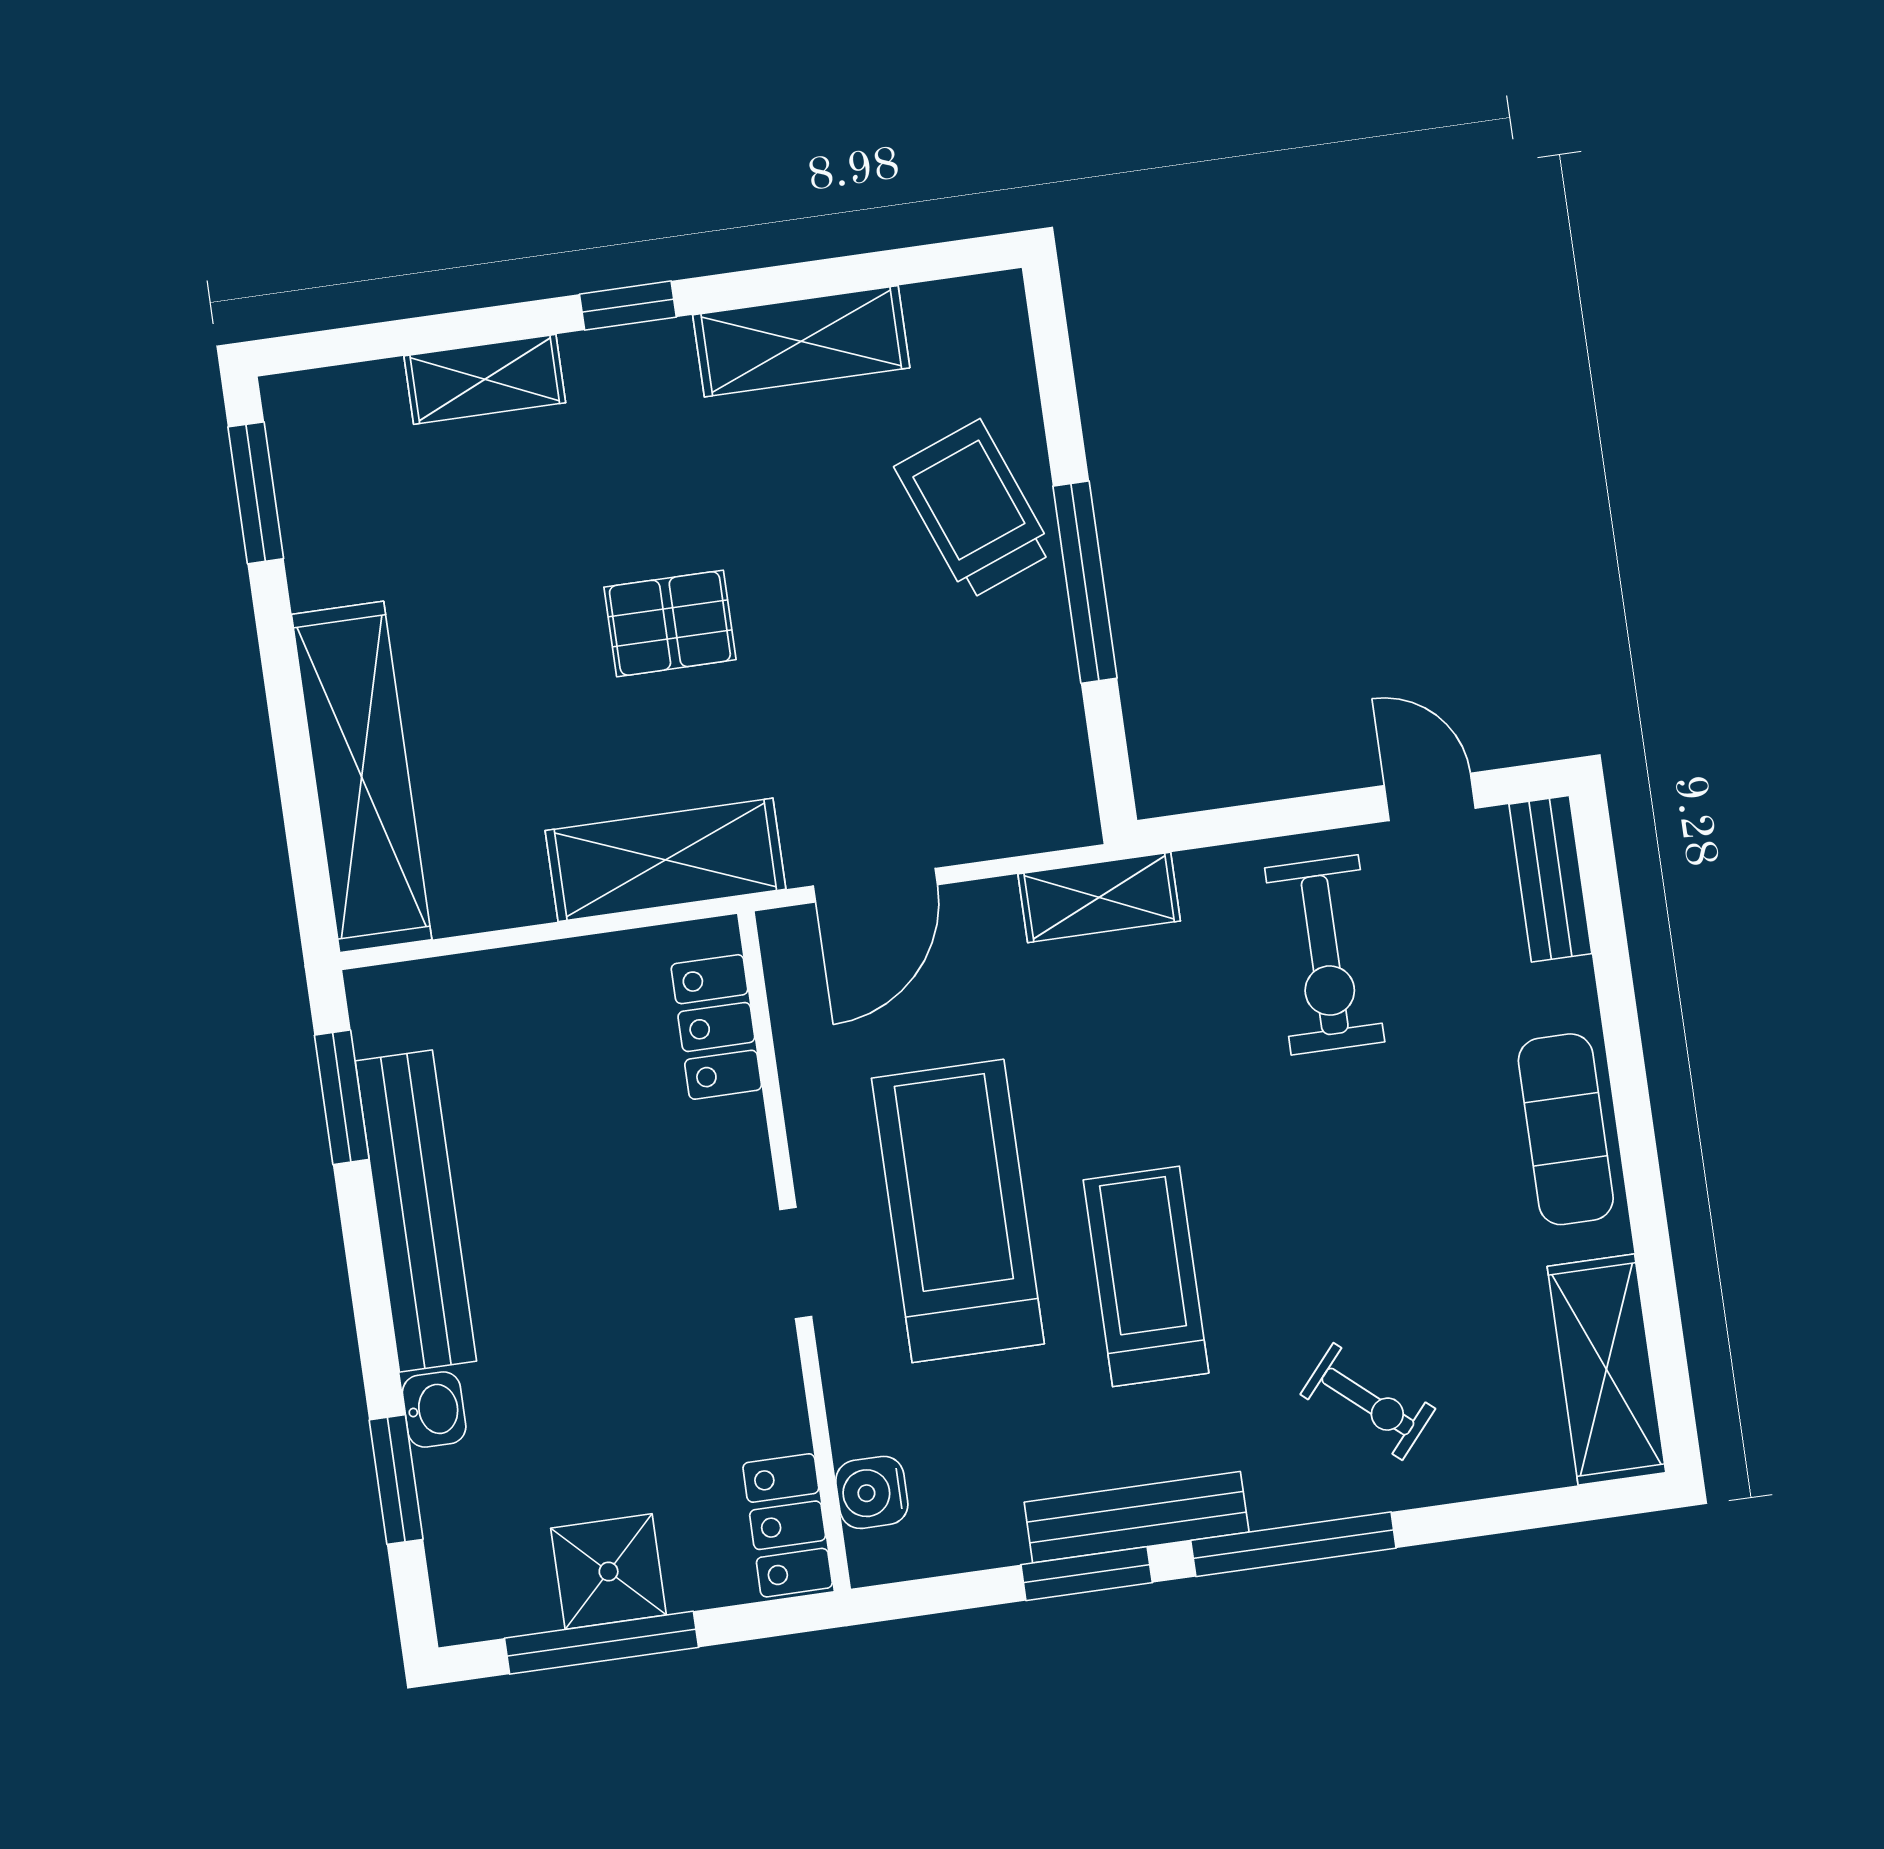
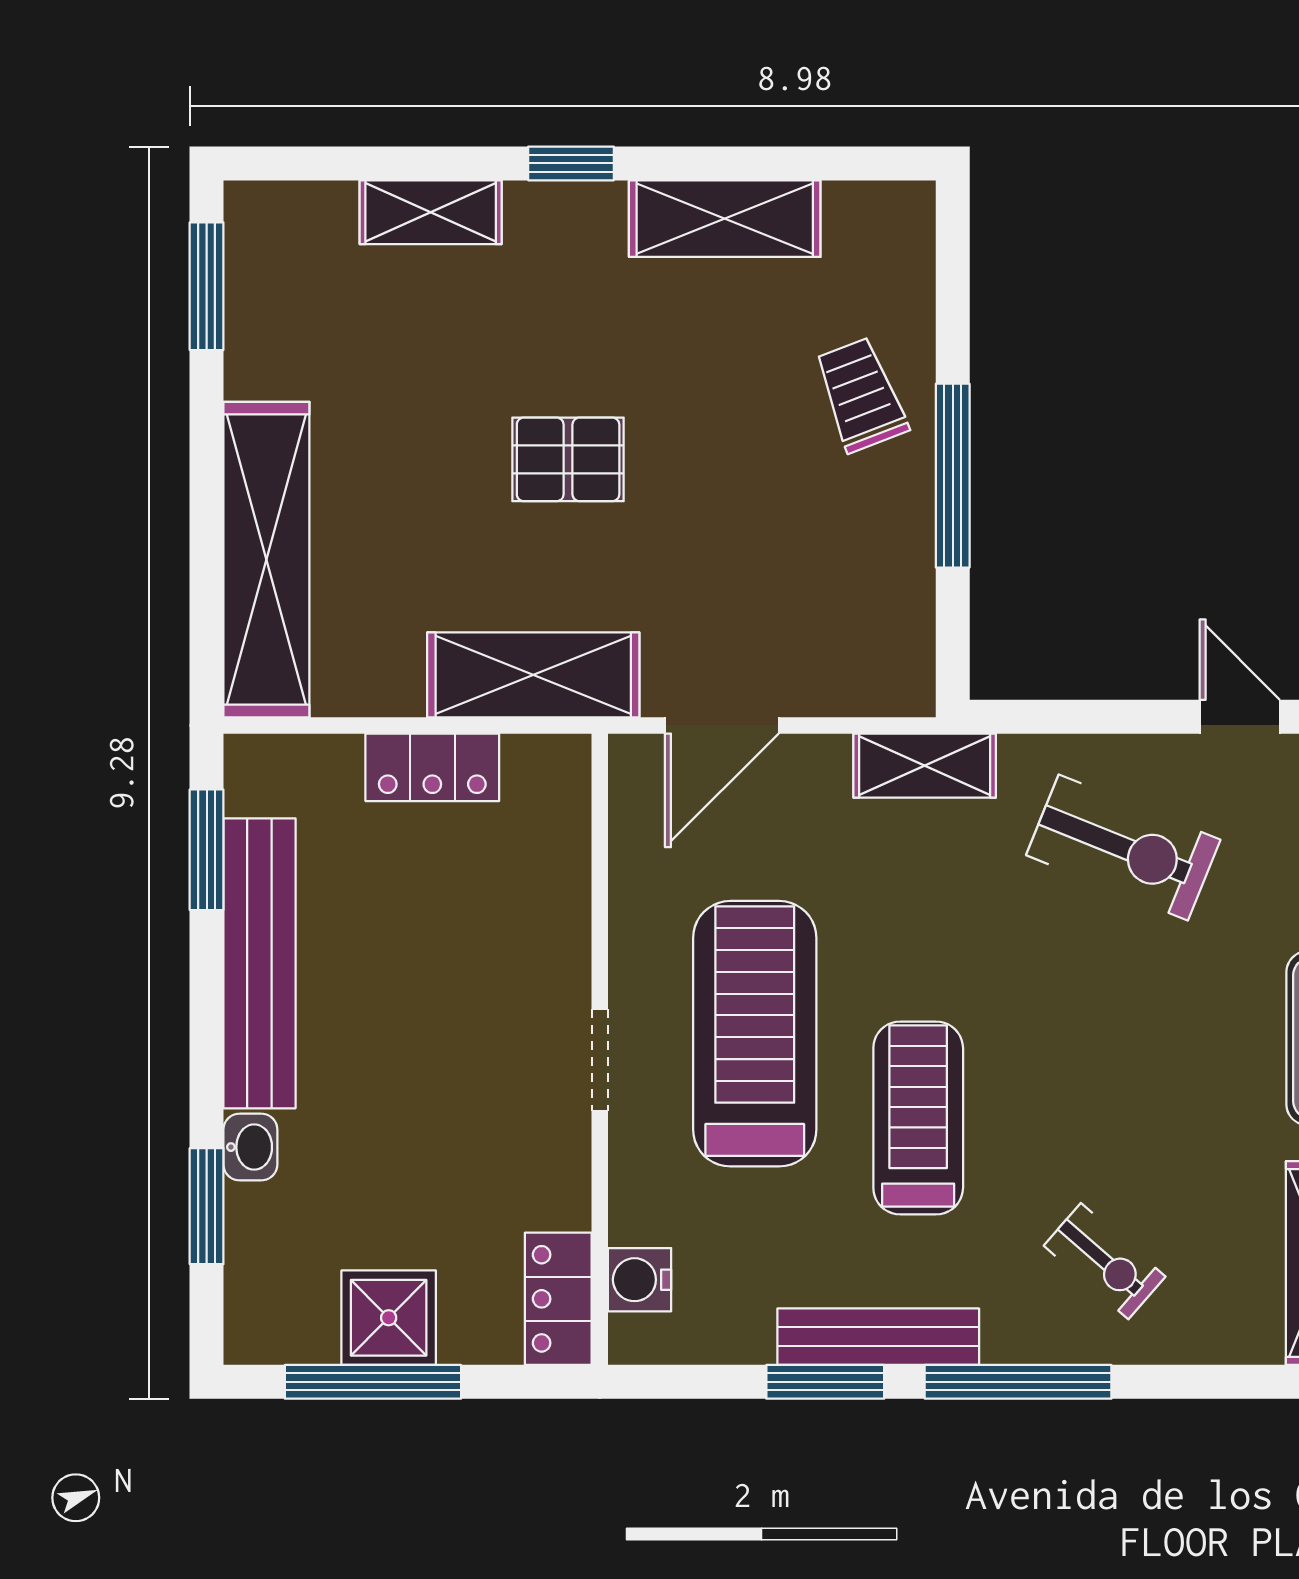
trolley: (974, 509) -> (861, 395), width x0.73, depth x0.72
exercise bike: (1325, 955) -> (1123, 847), turned -68
locker: (716, 1027) -> (432, 767), moved, turned -90

